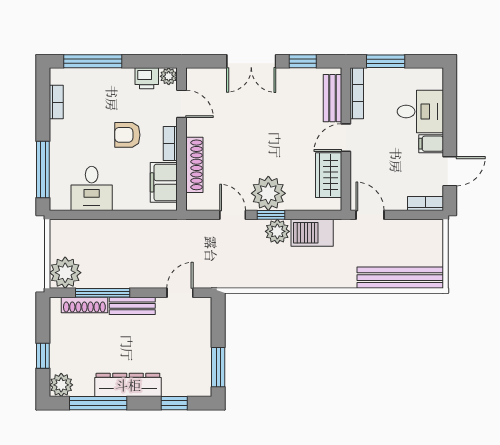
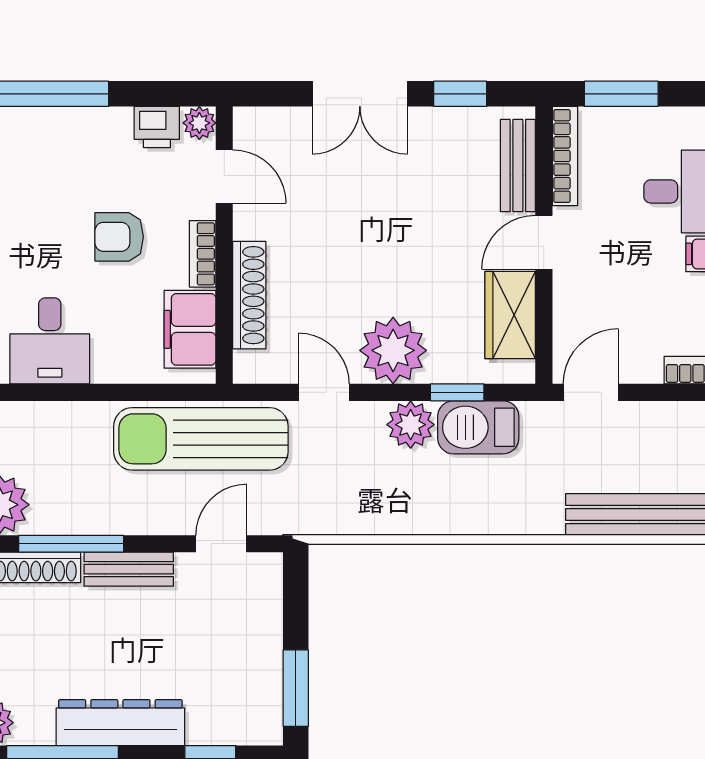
window: (271, 215) -> (457, 392), moved
door: (370, 215) -> (591, 392), hinge flipped
sun lounger: (169, 239) -> (201, 439), added

